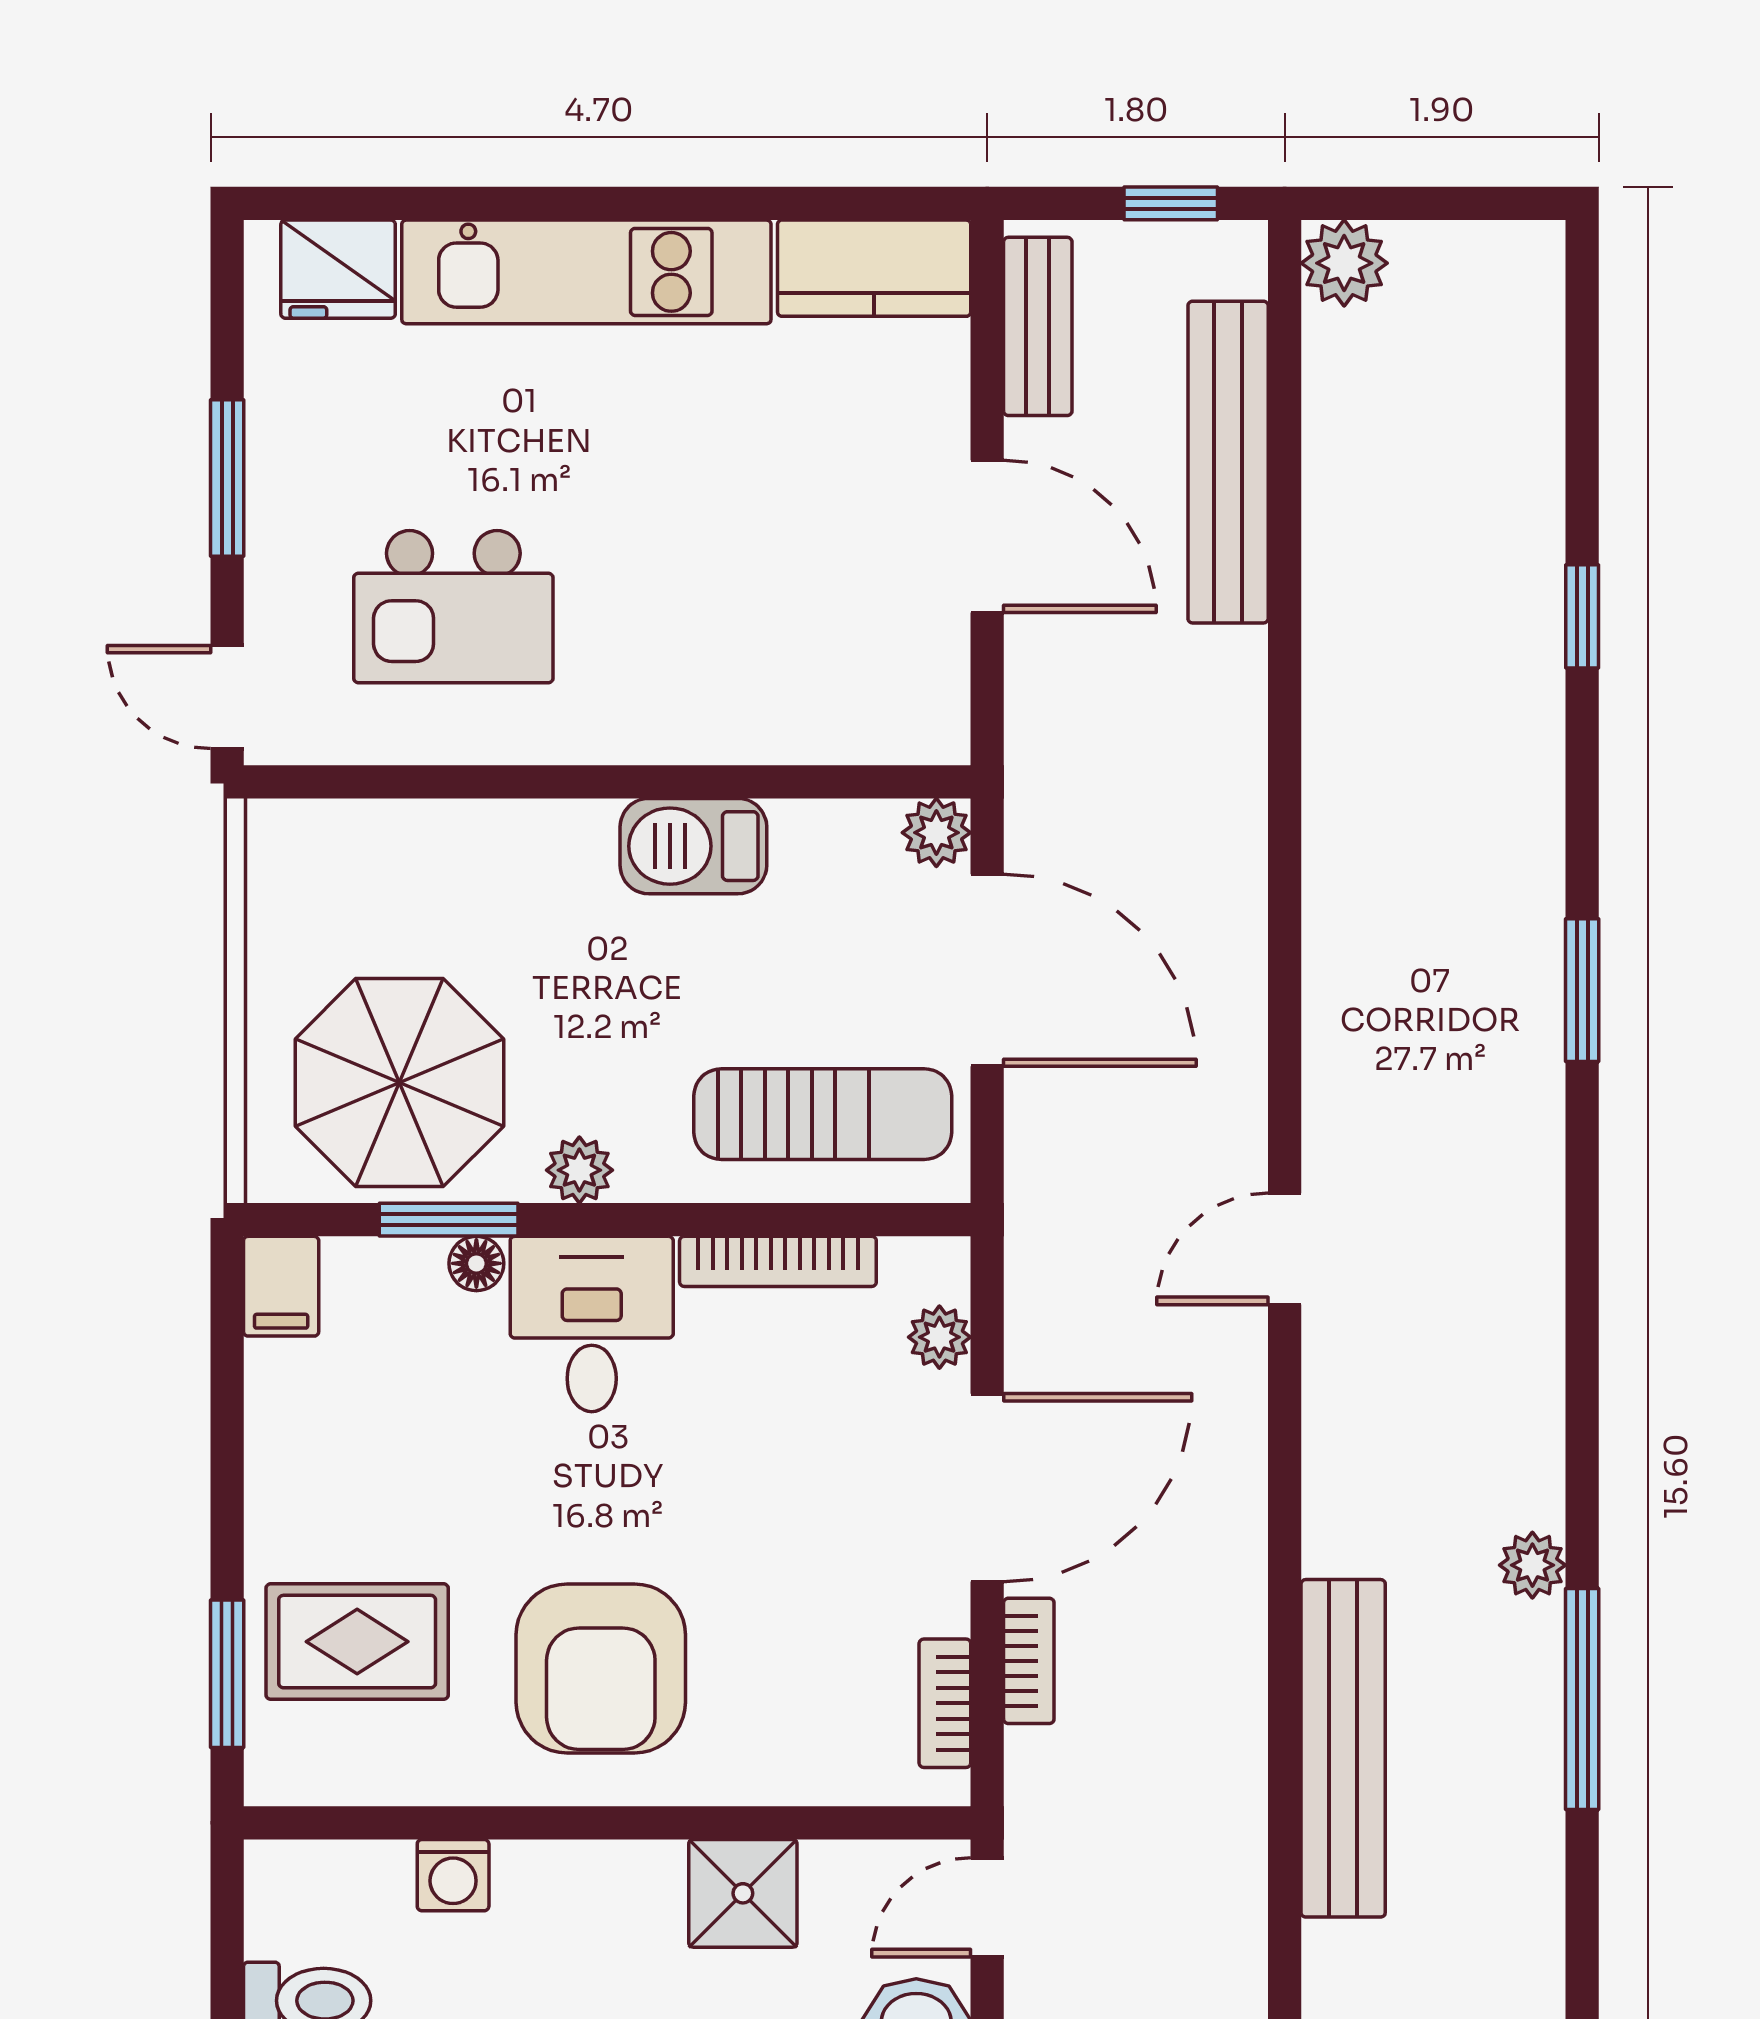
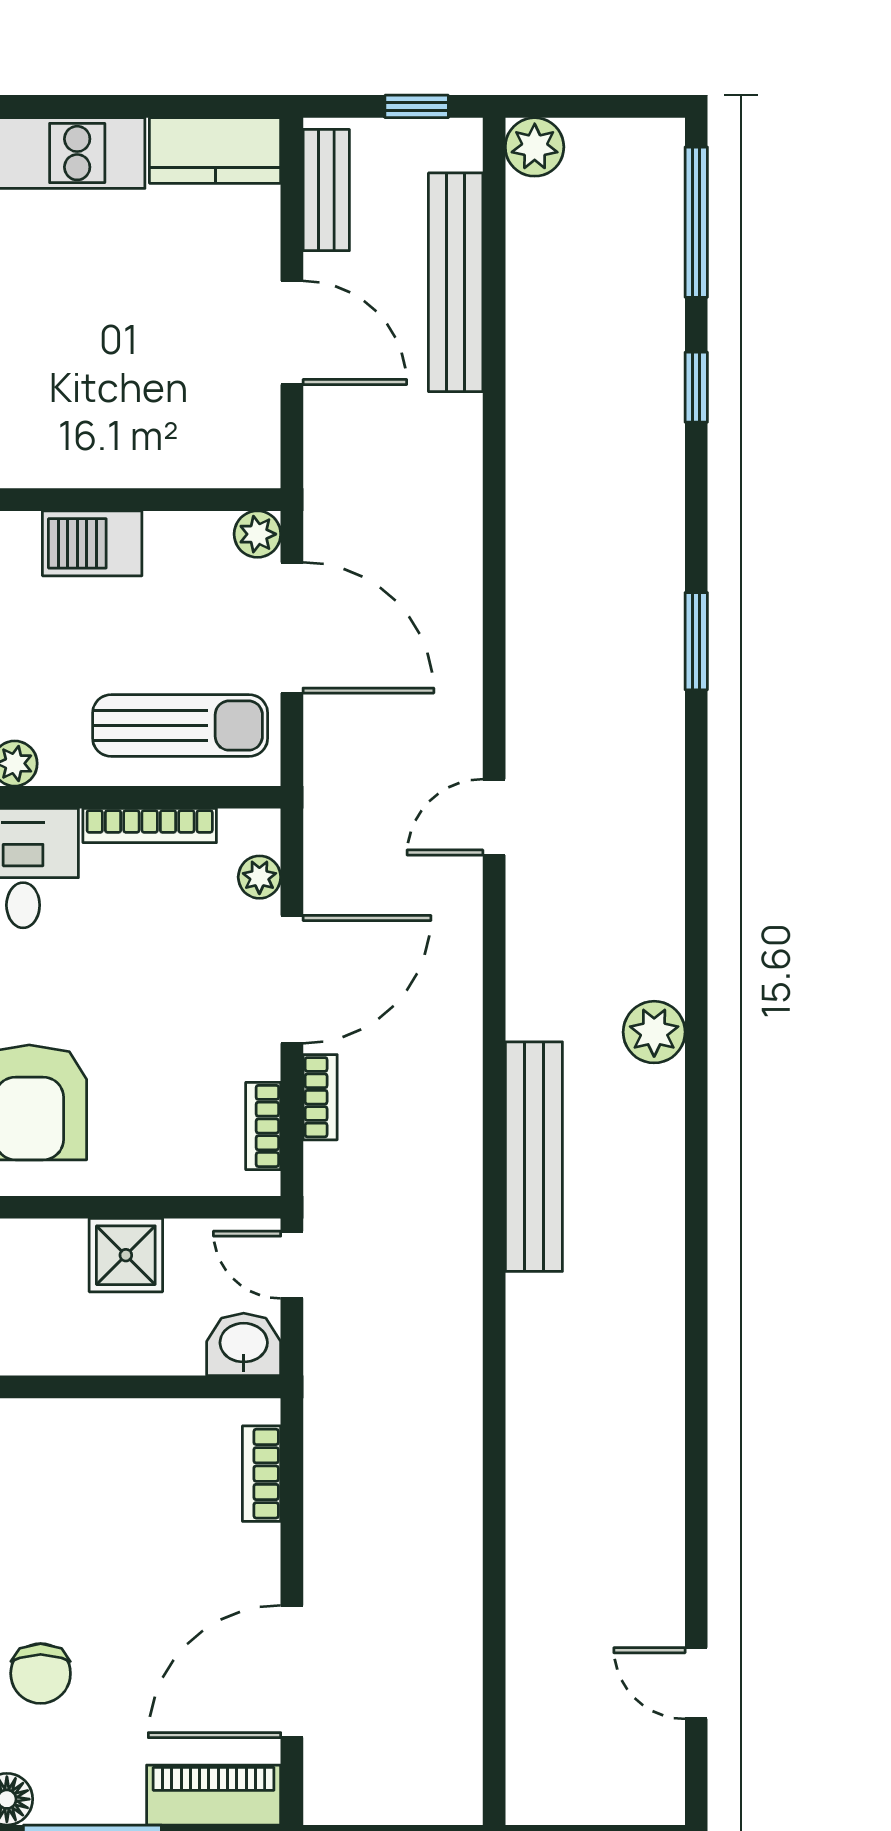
plant: (1532, 1565) -> (654, 1032), width x1.38, depth x1.38
window: (1582, 1699) -> (696, 222), moved
door: (987, 1907) -> (292, 1265), hinge flipped

